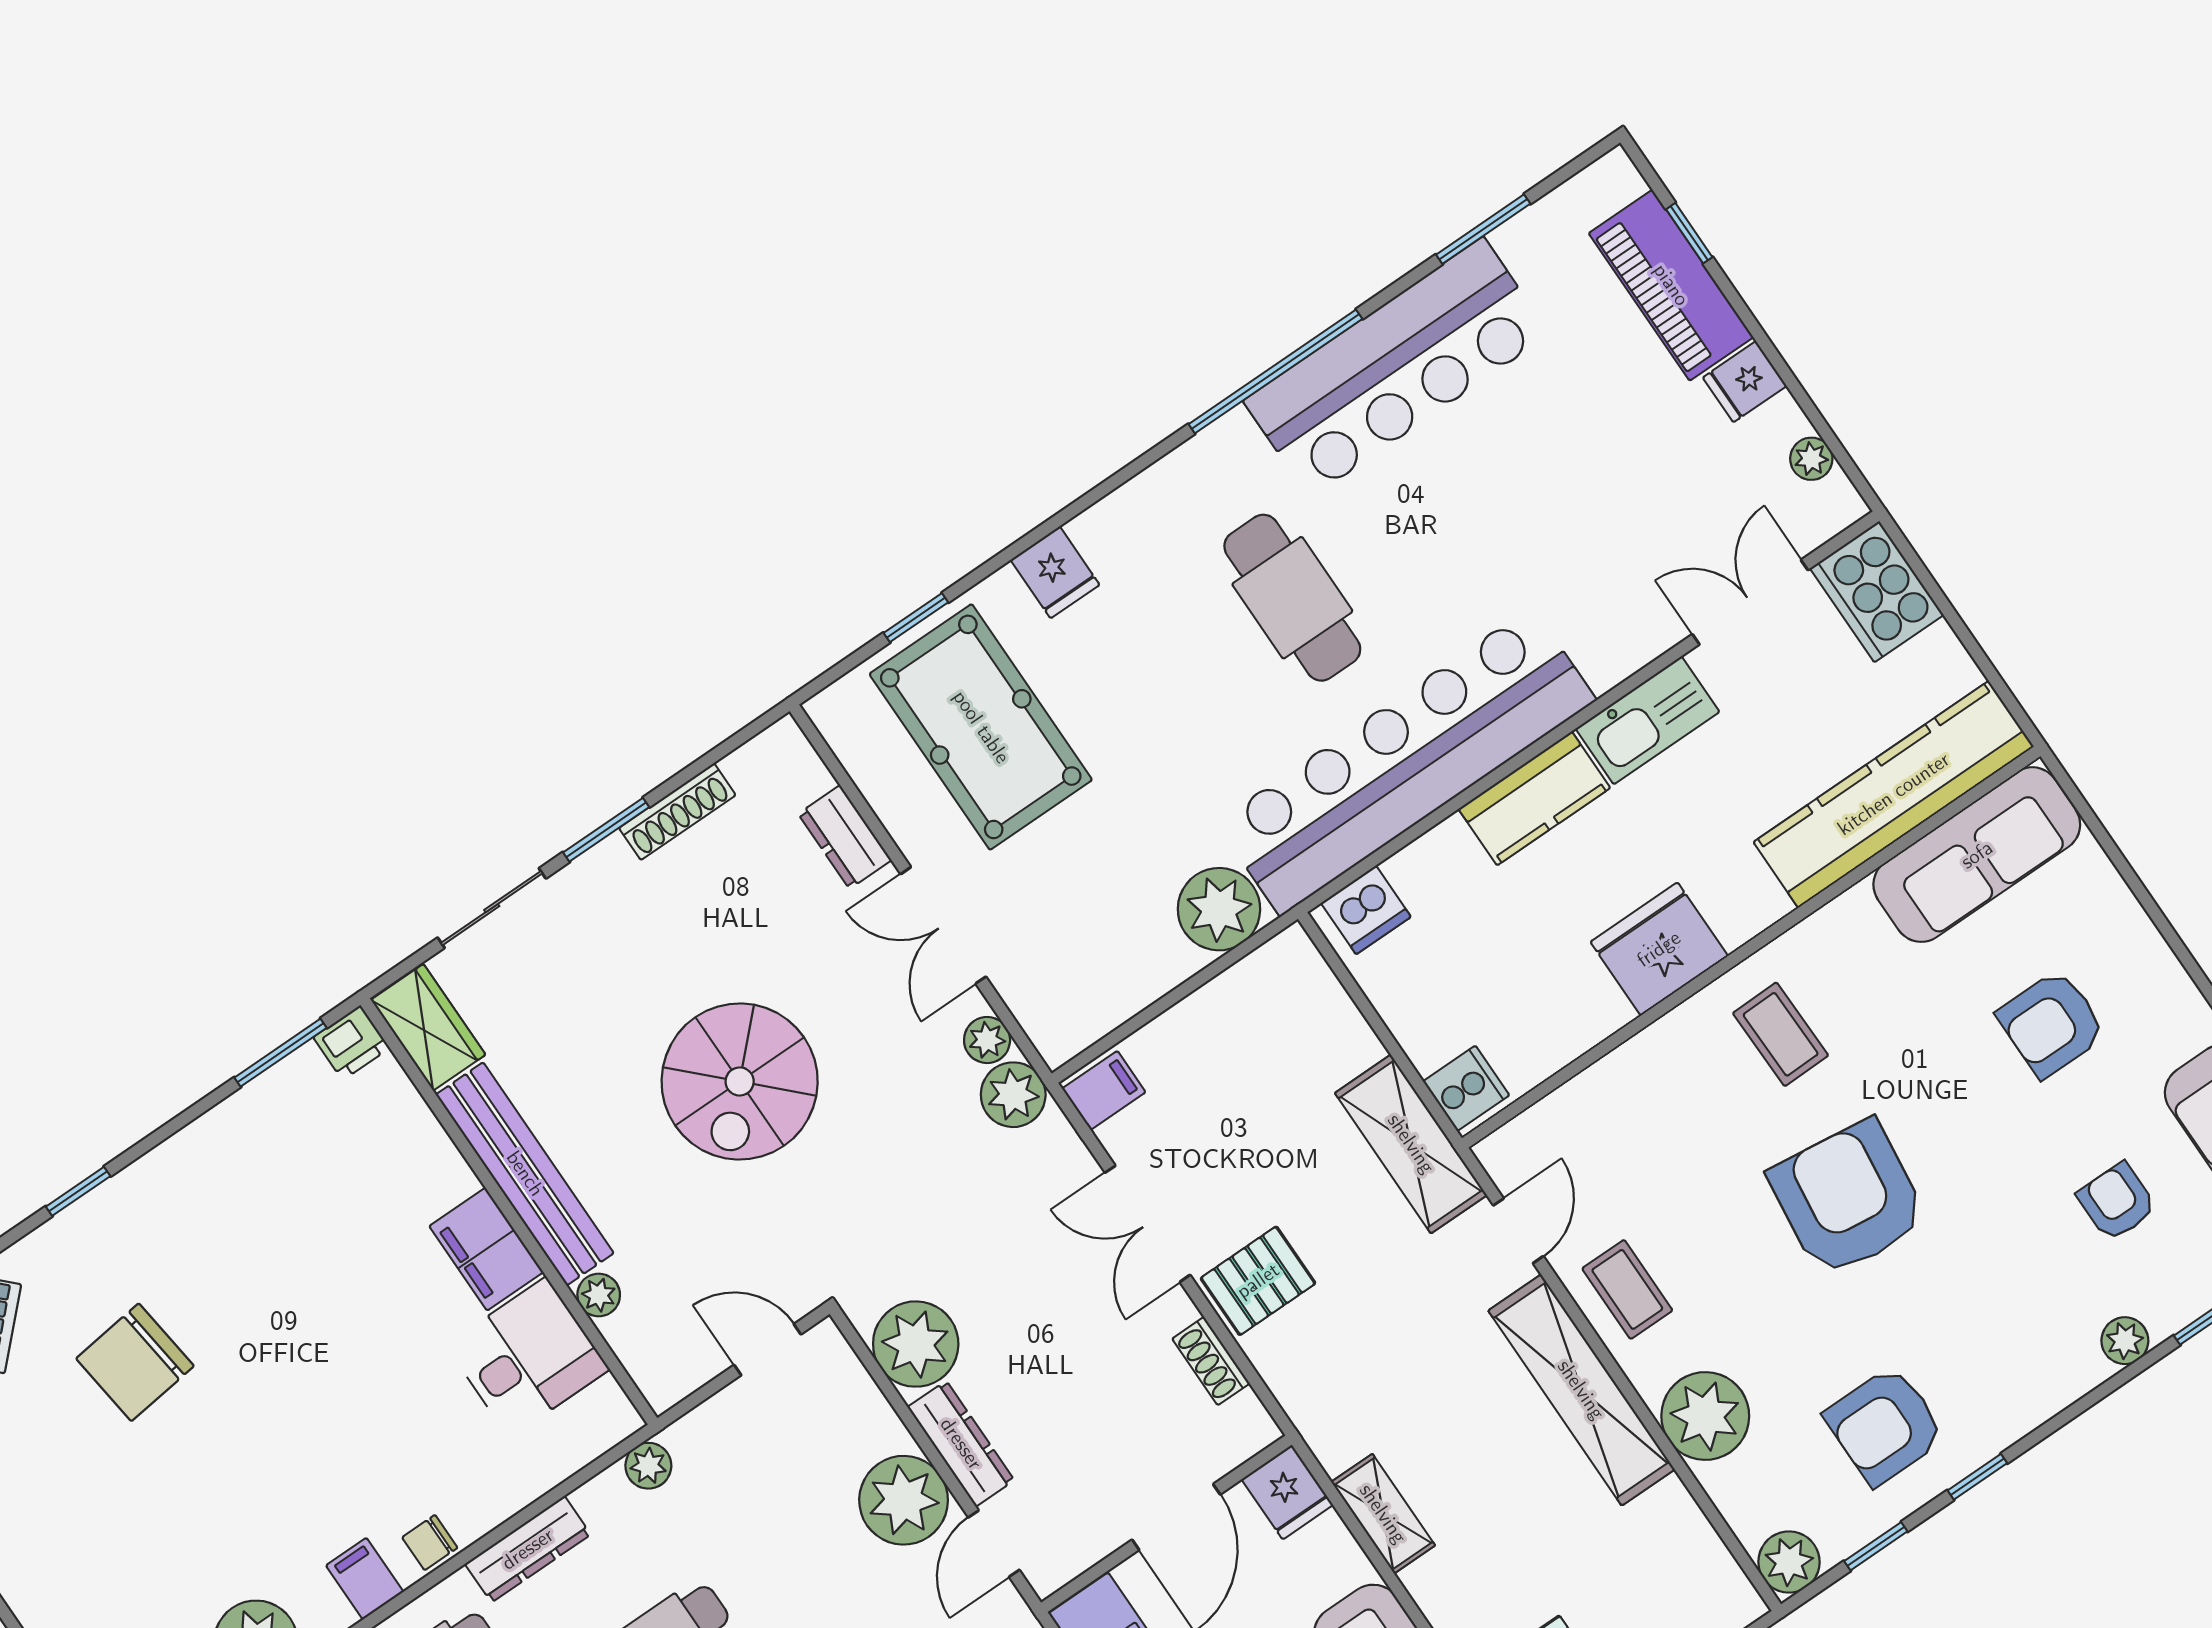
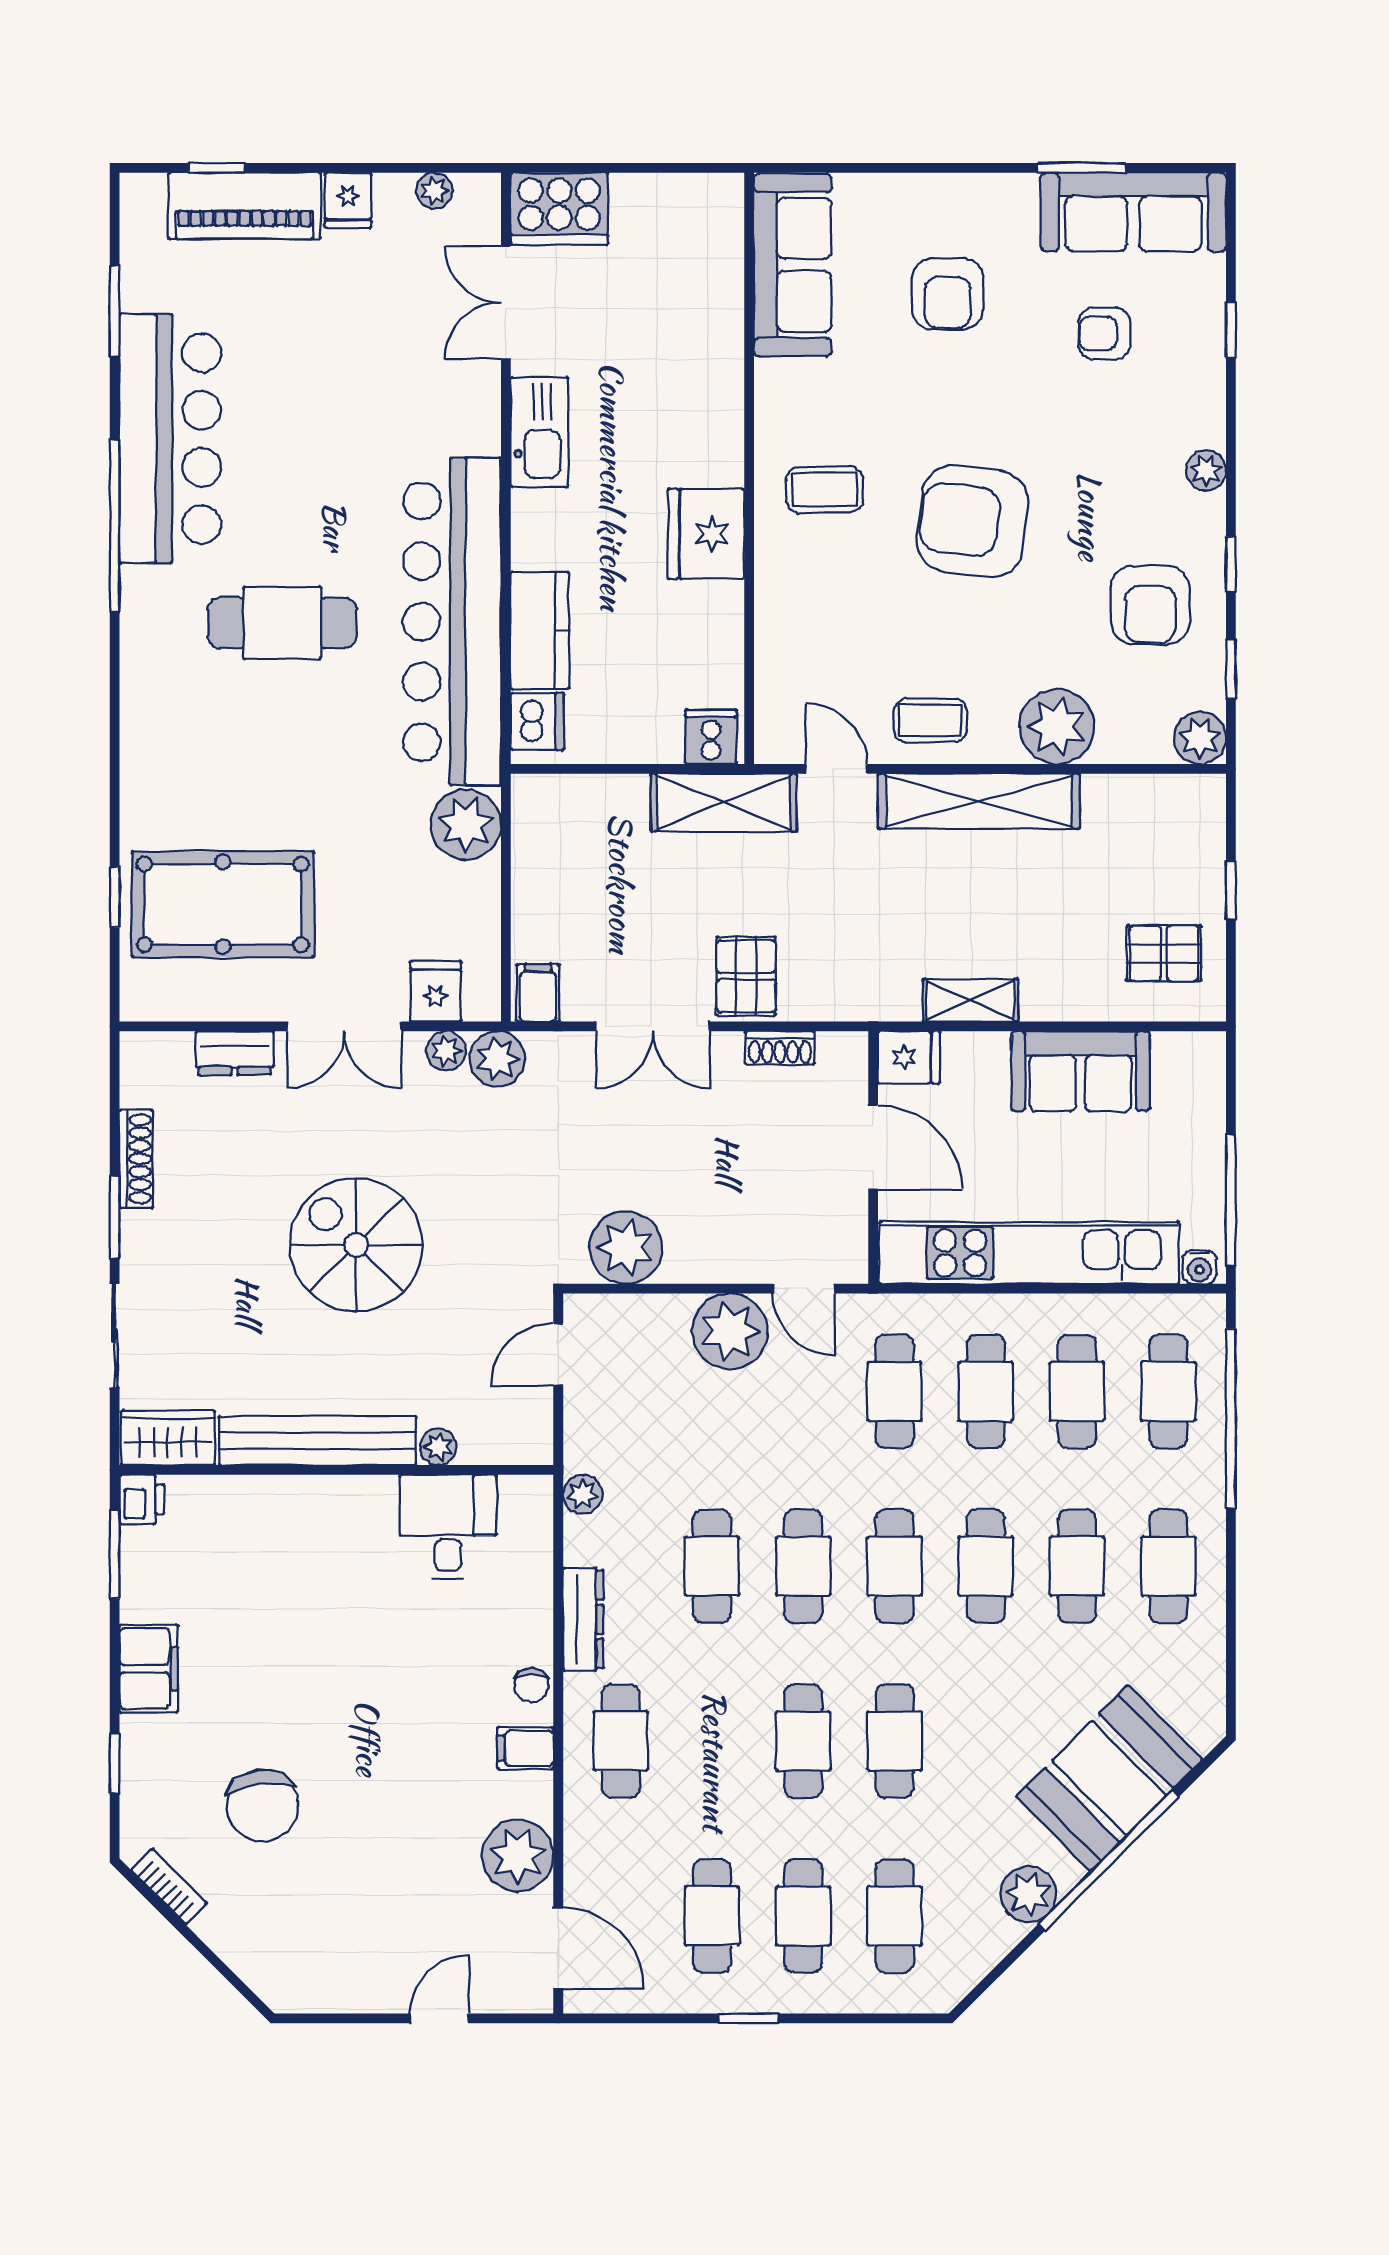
fridge: (1055, 572) -> (436, 991), moved, turned -90
kitchen counter: (1894, 794) -> (710, 294), removed
kitchen counter: (1534, 798) -> (540, 630), moved
spiral stairs: (740, 1081) -> (356, 1245), turned 180
filing cabinet: (486, 1249) -> (149, 1669), moved, turned -90
plant: (2125, 1341) -> (1206, 470), moved
dresser: (961, 1444) -> (718, 1264), removed

